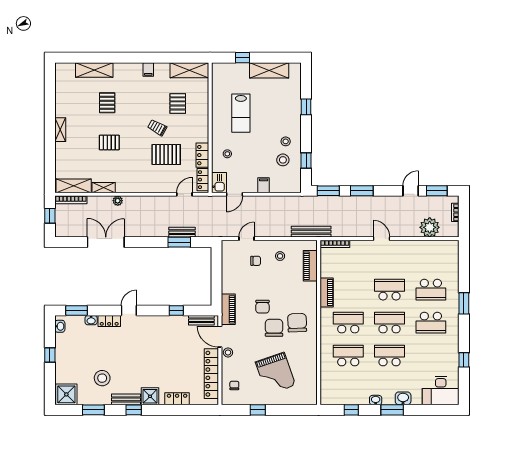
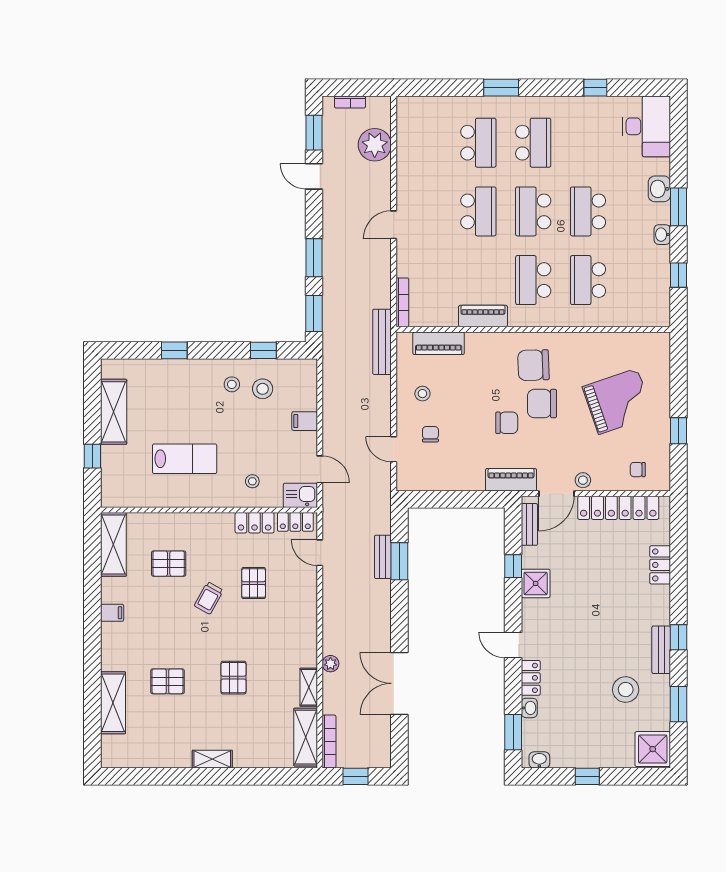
pallet: (166, 155) -> (254, 583), width x0.67, depth x0.71
school desk: (390, 290) -> (478, 211), turned 180
shower: (150, 396) -> (536, 583), moved

